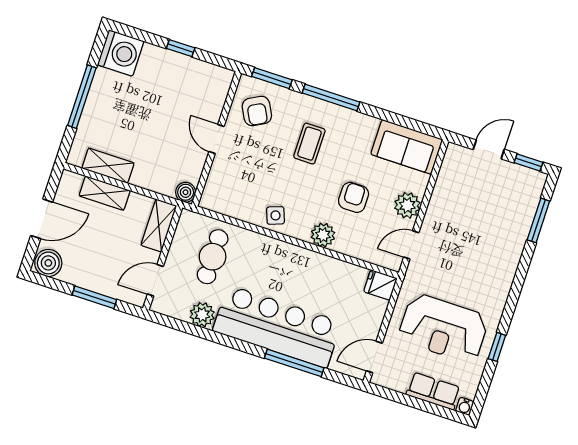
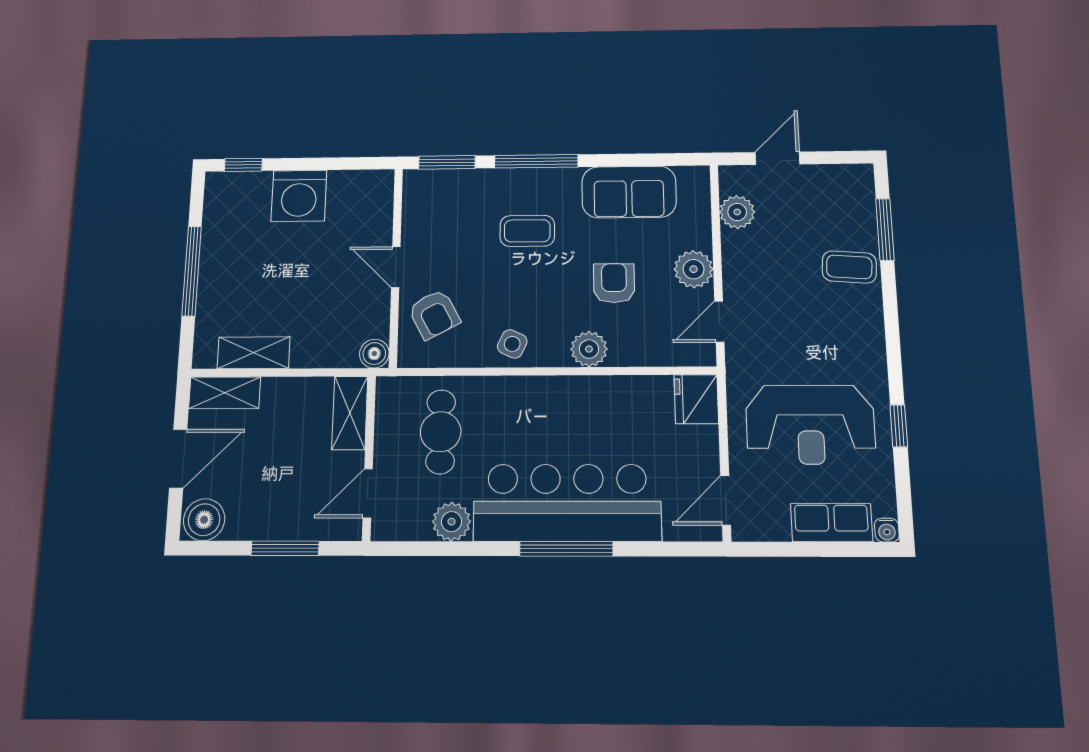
window: (181, 48) -> (243, 165), moved
washing machine: (121, 53) -> (299, 196), moved, turned 90
armchair: (257, 111) -> (434, 314), moved
coffee table: (309, 144) -> (527, 231), turned 90
sofa: (407, 147) -> (629, 192), moved
window: (529, 162) -> (839, 157), removed
plant: (449, 177) -> (737, 212), added
shelving: (105, 193) -> (225, 393), moved
side table: (276, 215) -> (512, 344), turned 45
coffee table: (506, 237) -> (849, 267), added
fridge: (380, 285) -> (696, 399), width x1.38
window: (294, 363) -> (566, 549), moved

